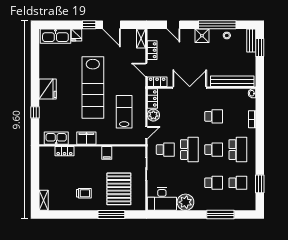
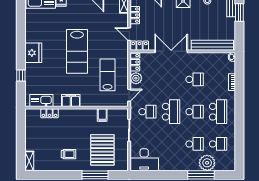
lab bench: (93, 88) -> (77, 51), width x0.73
filing cabinet: (107, 153) -> (102, 115), moved
window: (260, 184) -> (239, 145), removed
plant: (185, 202) -> (207, 163), moved

